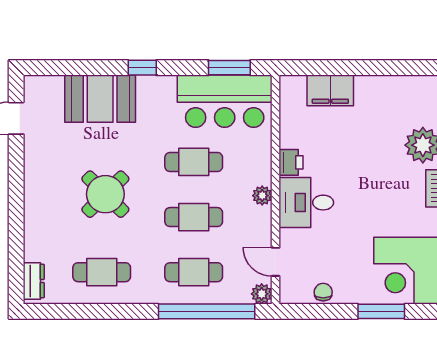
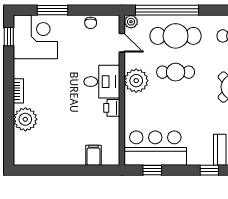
window: (229, 68) -> (152, 170), width x0.67
filing cabinet: (330, 90) -> (94, 155), width x0.50
cafe table: (194, 162) -> (176, 108), removed
plant: (262, 196) -> (136, 81), width x1.87, depth x1.87
cafe table: (194, 272) -> (176, 36), width x1.37, depth x1.35

